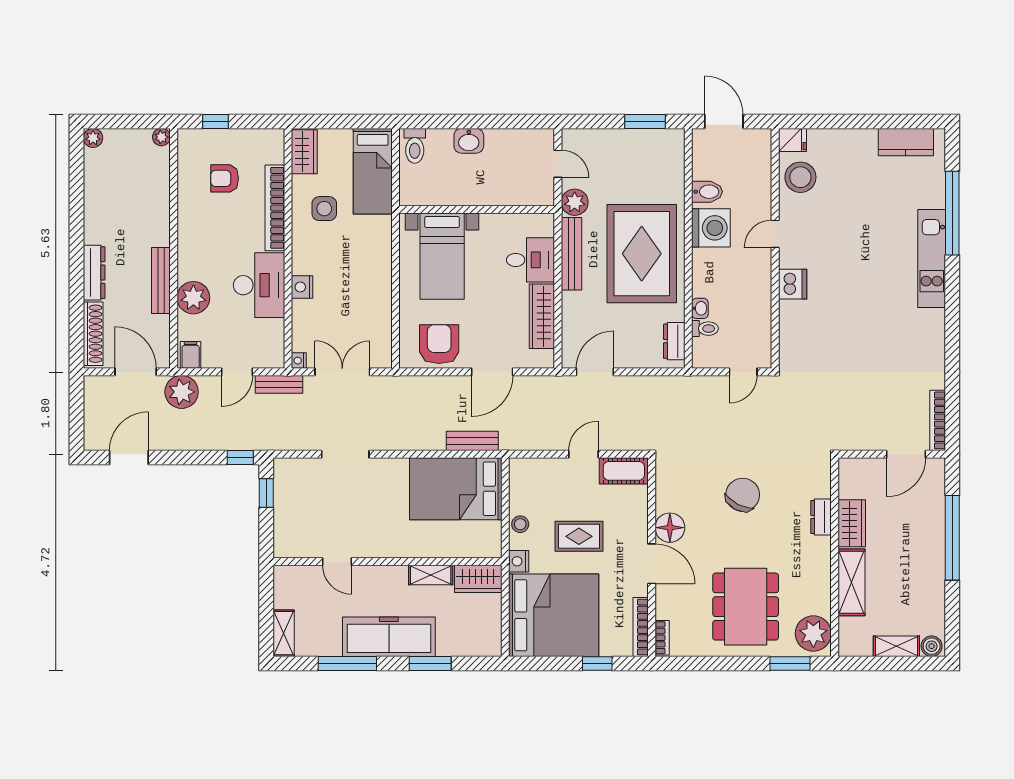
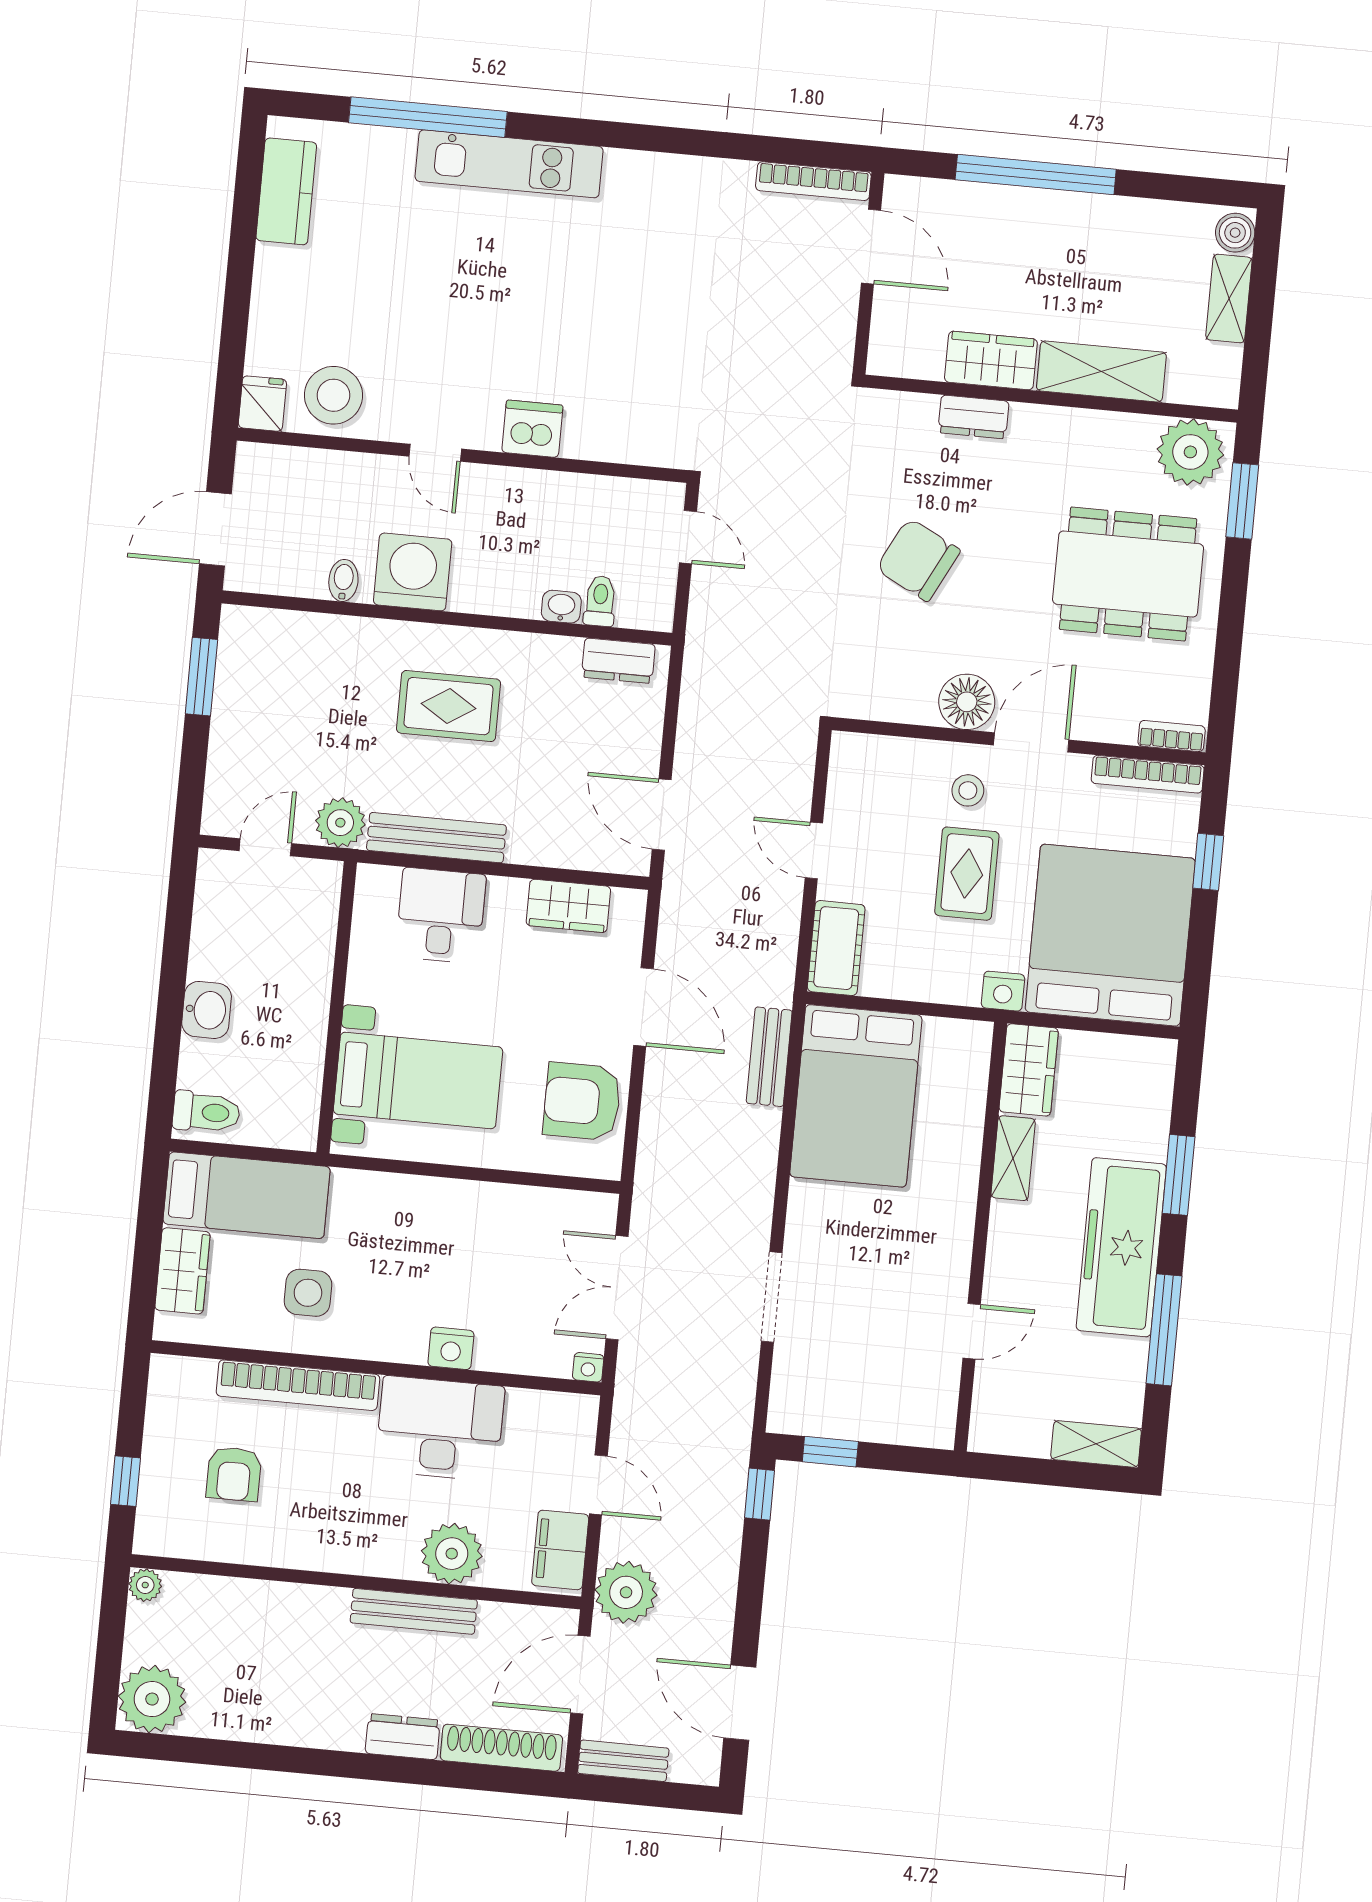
plant: (93, 138) -> (152, 1699), width x1.88, depth x1.88
wardrobe: (304, 152) -> (182, 1271), moved, turned 90
bidet: (707, 192) -> (343, 580), width x0.72, depth x0.74
rug: (642, 254) -> (449, 706), width x0.54, depth x0.49
dresser: (94, 273) -> (403, 1737), width x0.70
wardrobe: (542, 316) -> (568, 906), width x0.67
filing cabinet: (191, 355) -> (560, 1550), width x2.00
bench: (279, 384) -> (623, 1761), moved, turned 90
cot: (624, 471) -> (836, 948), moved
stool: (520, 524) -> (968, 790), moved

